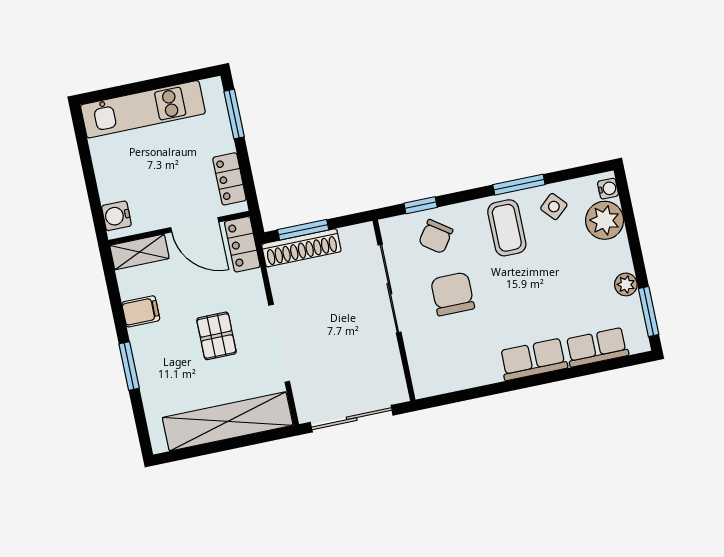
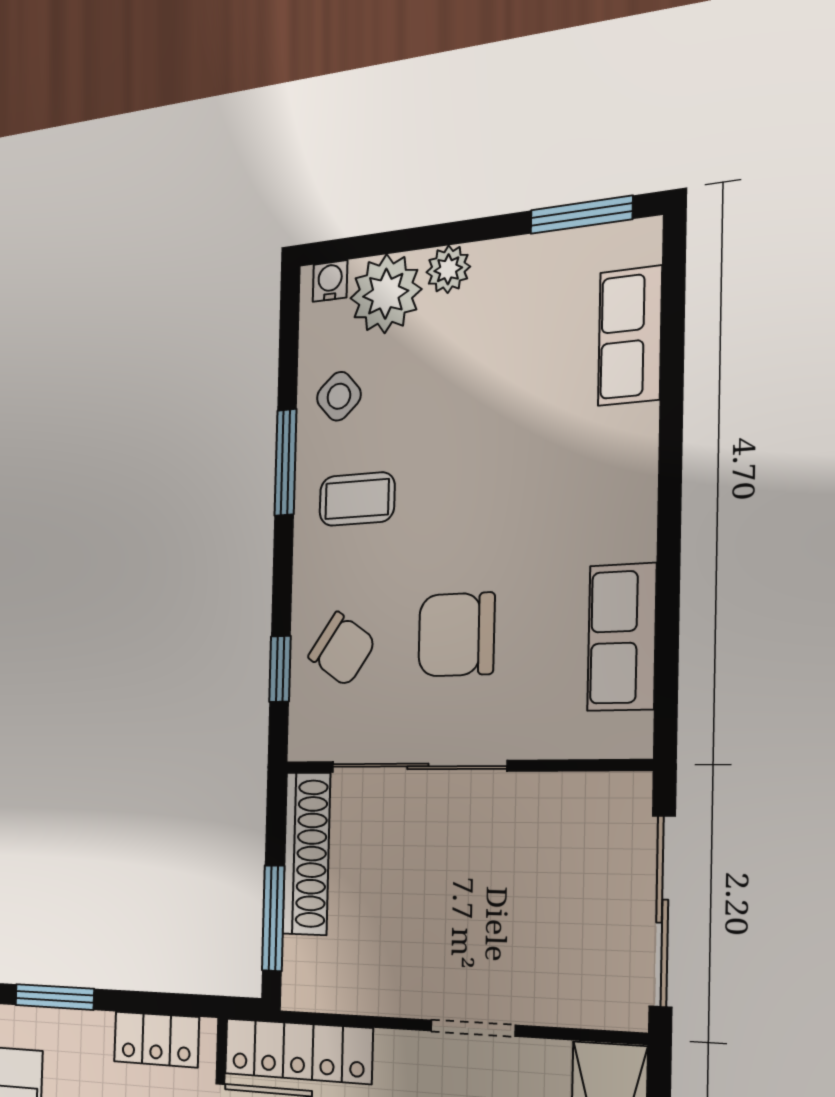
coffee table: (507, 228) -> (357, 499), width x0.73, depth x0.77
locker: (242, 244) -> (298, 1051), width x1.53
shoe rack: (301, 248) -> (306, 853), moved
plant: (626, 284) -> (448, 269), moved
doorway: (279, 343) -> (473, 1028), width x0.53
row of seats: (533, 359) -> (622, 637), moved

